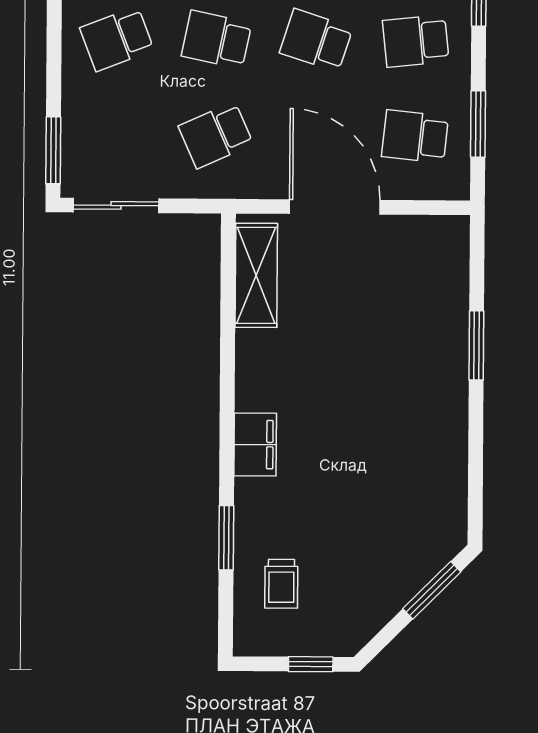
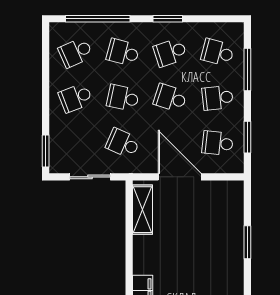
school desk: (216, 135) -> (123, 143), turned 48
sliding door: (116, 205) -> (90, 177), moved

